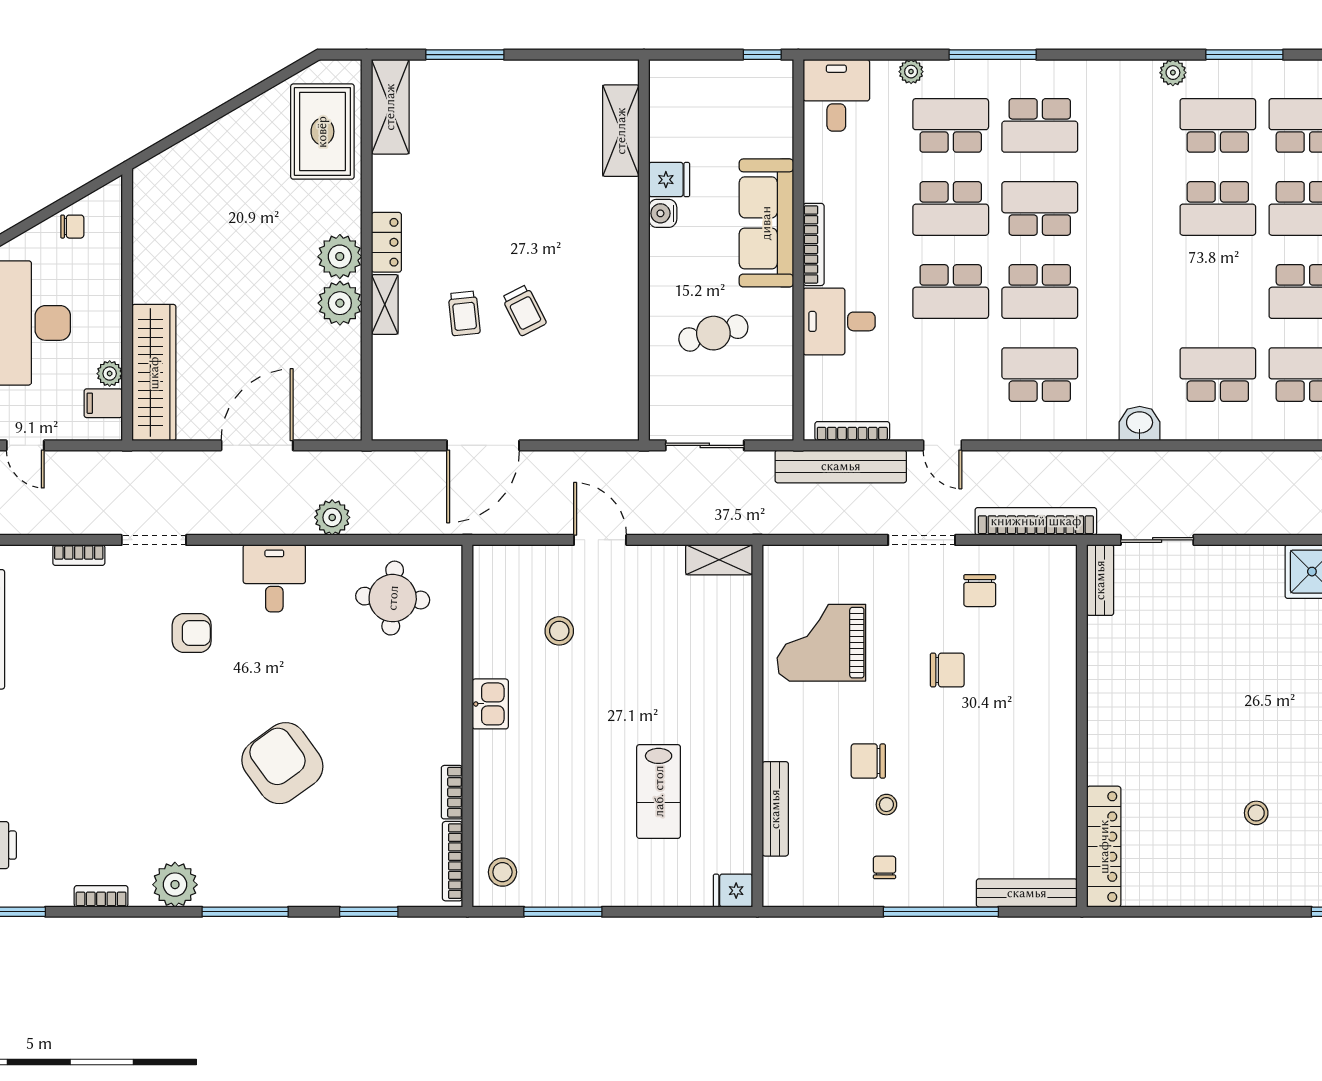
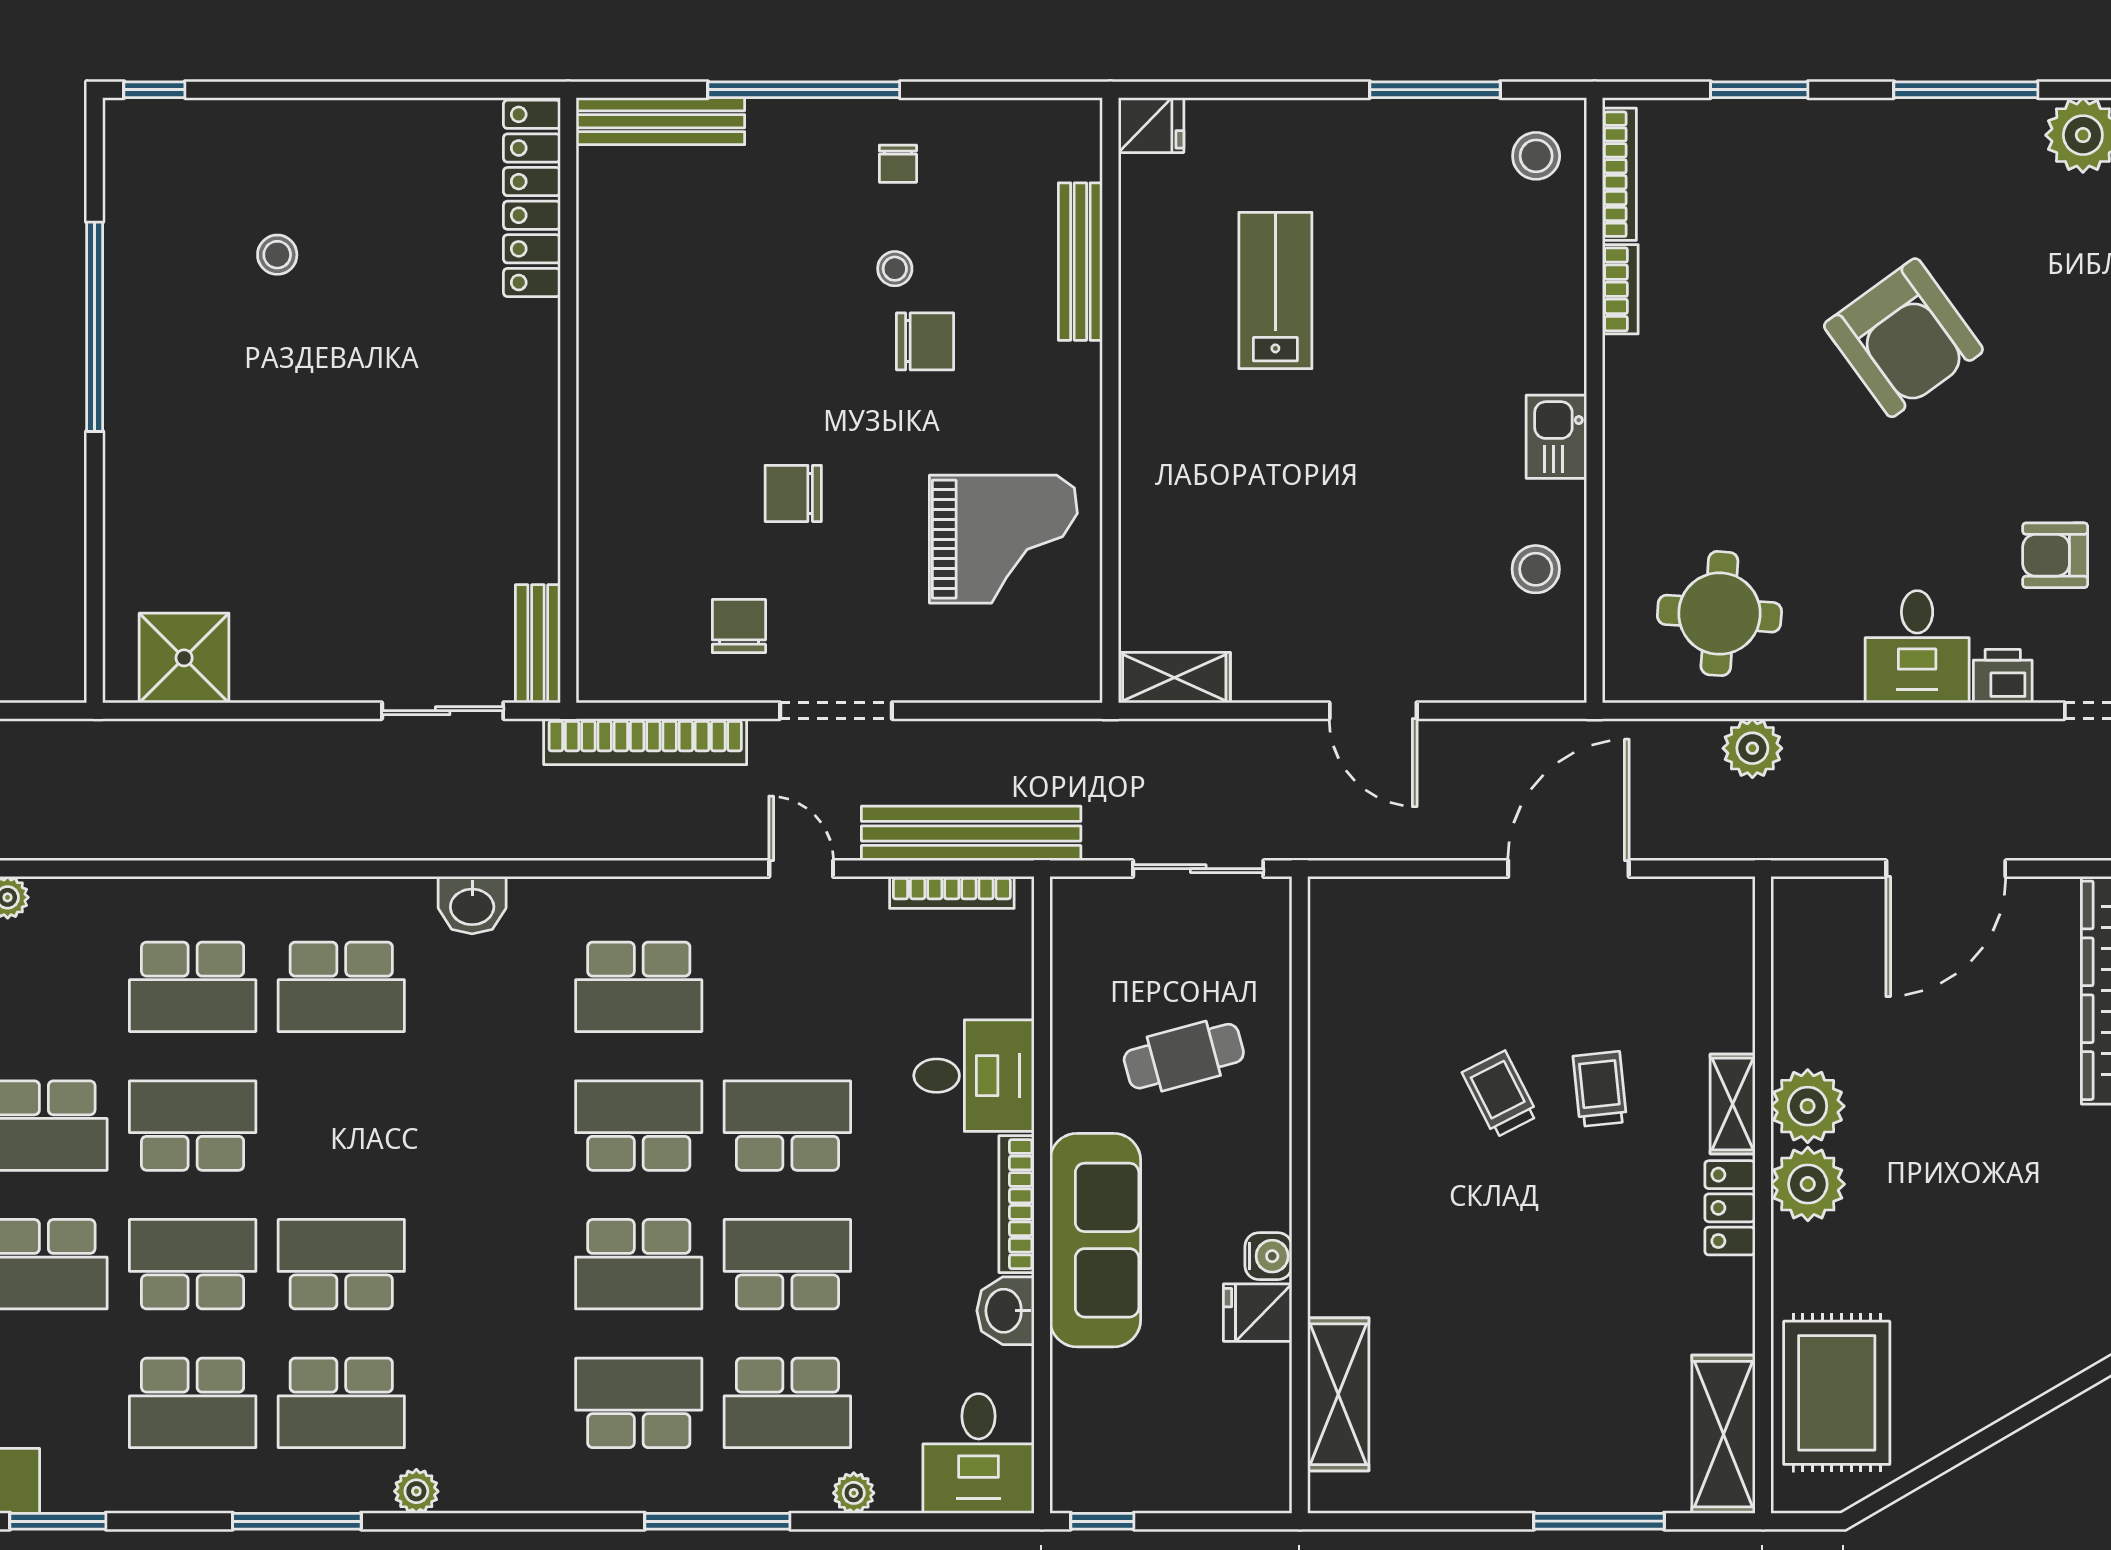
washbasin: (820, 181) -> (1005, 1311), added
plant: (332, 517) -> (1752, 748), moved
printer: (223, 561) -> (2003, 676), added
stool: (559, 631) -> (1536, 569), moved

